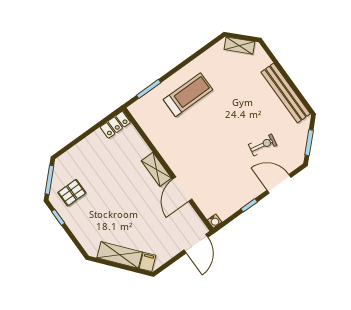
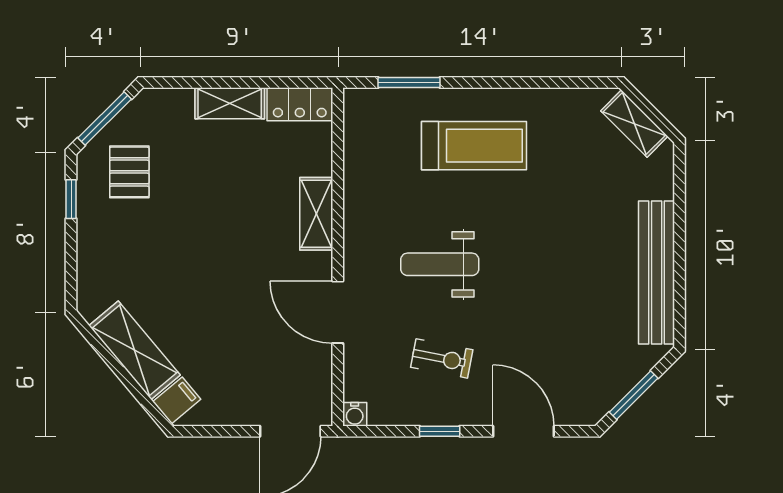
shelving: (90, 142) -> (230, 103), added
exercise bike: (263, 145) -> (442, 358), moved
weight bench: (206, 146) -> (440, 264), added
shelving: (156, 169) -> (316, 214), moved
door: (182, 189) -> (338, 312), hinge flipped
pallet: (72, 193) -> (129, 172), turned 90

